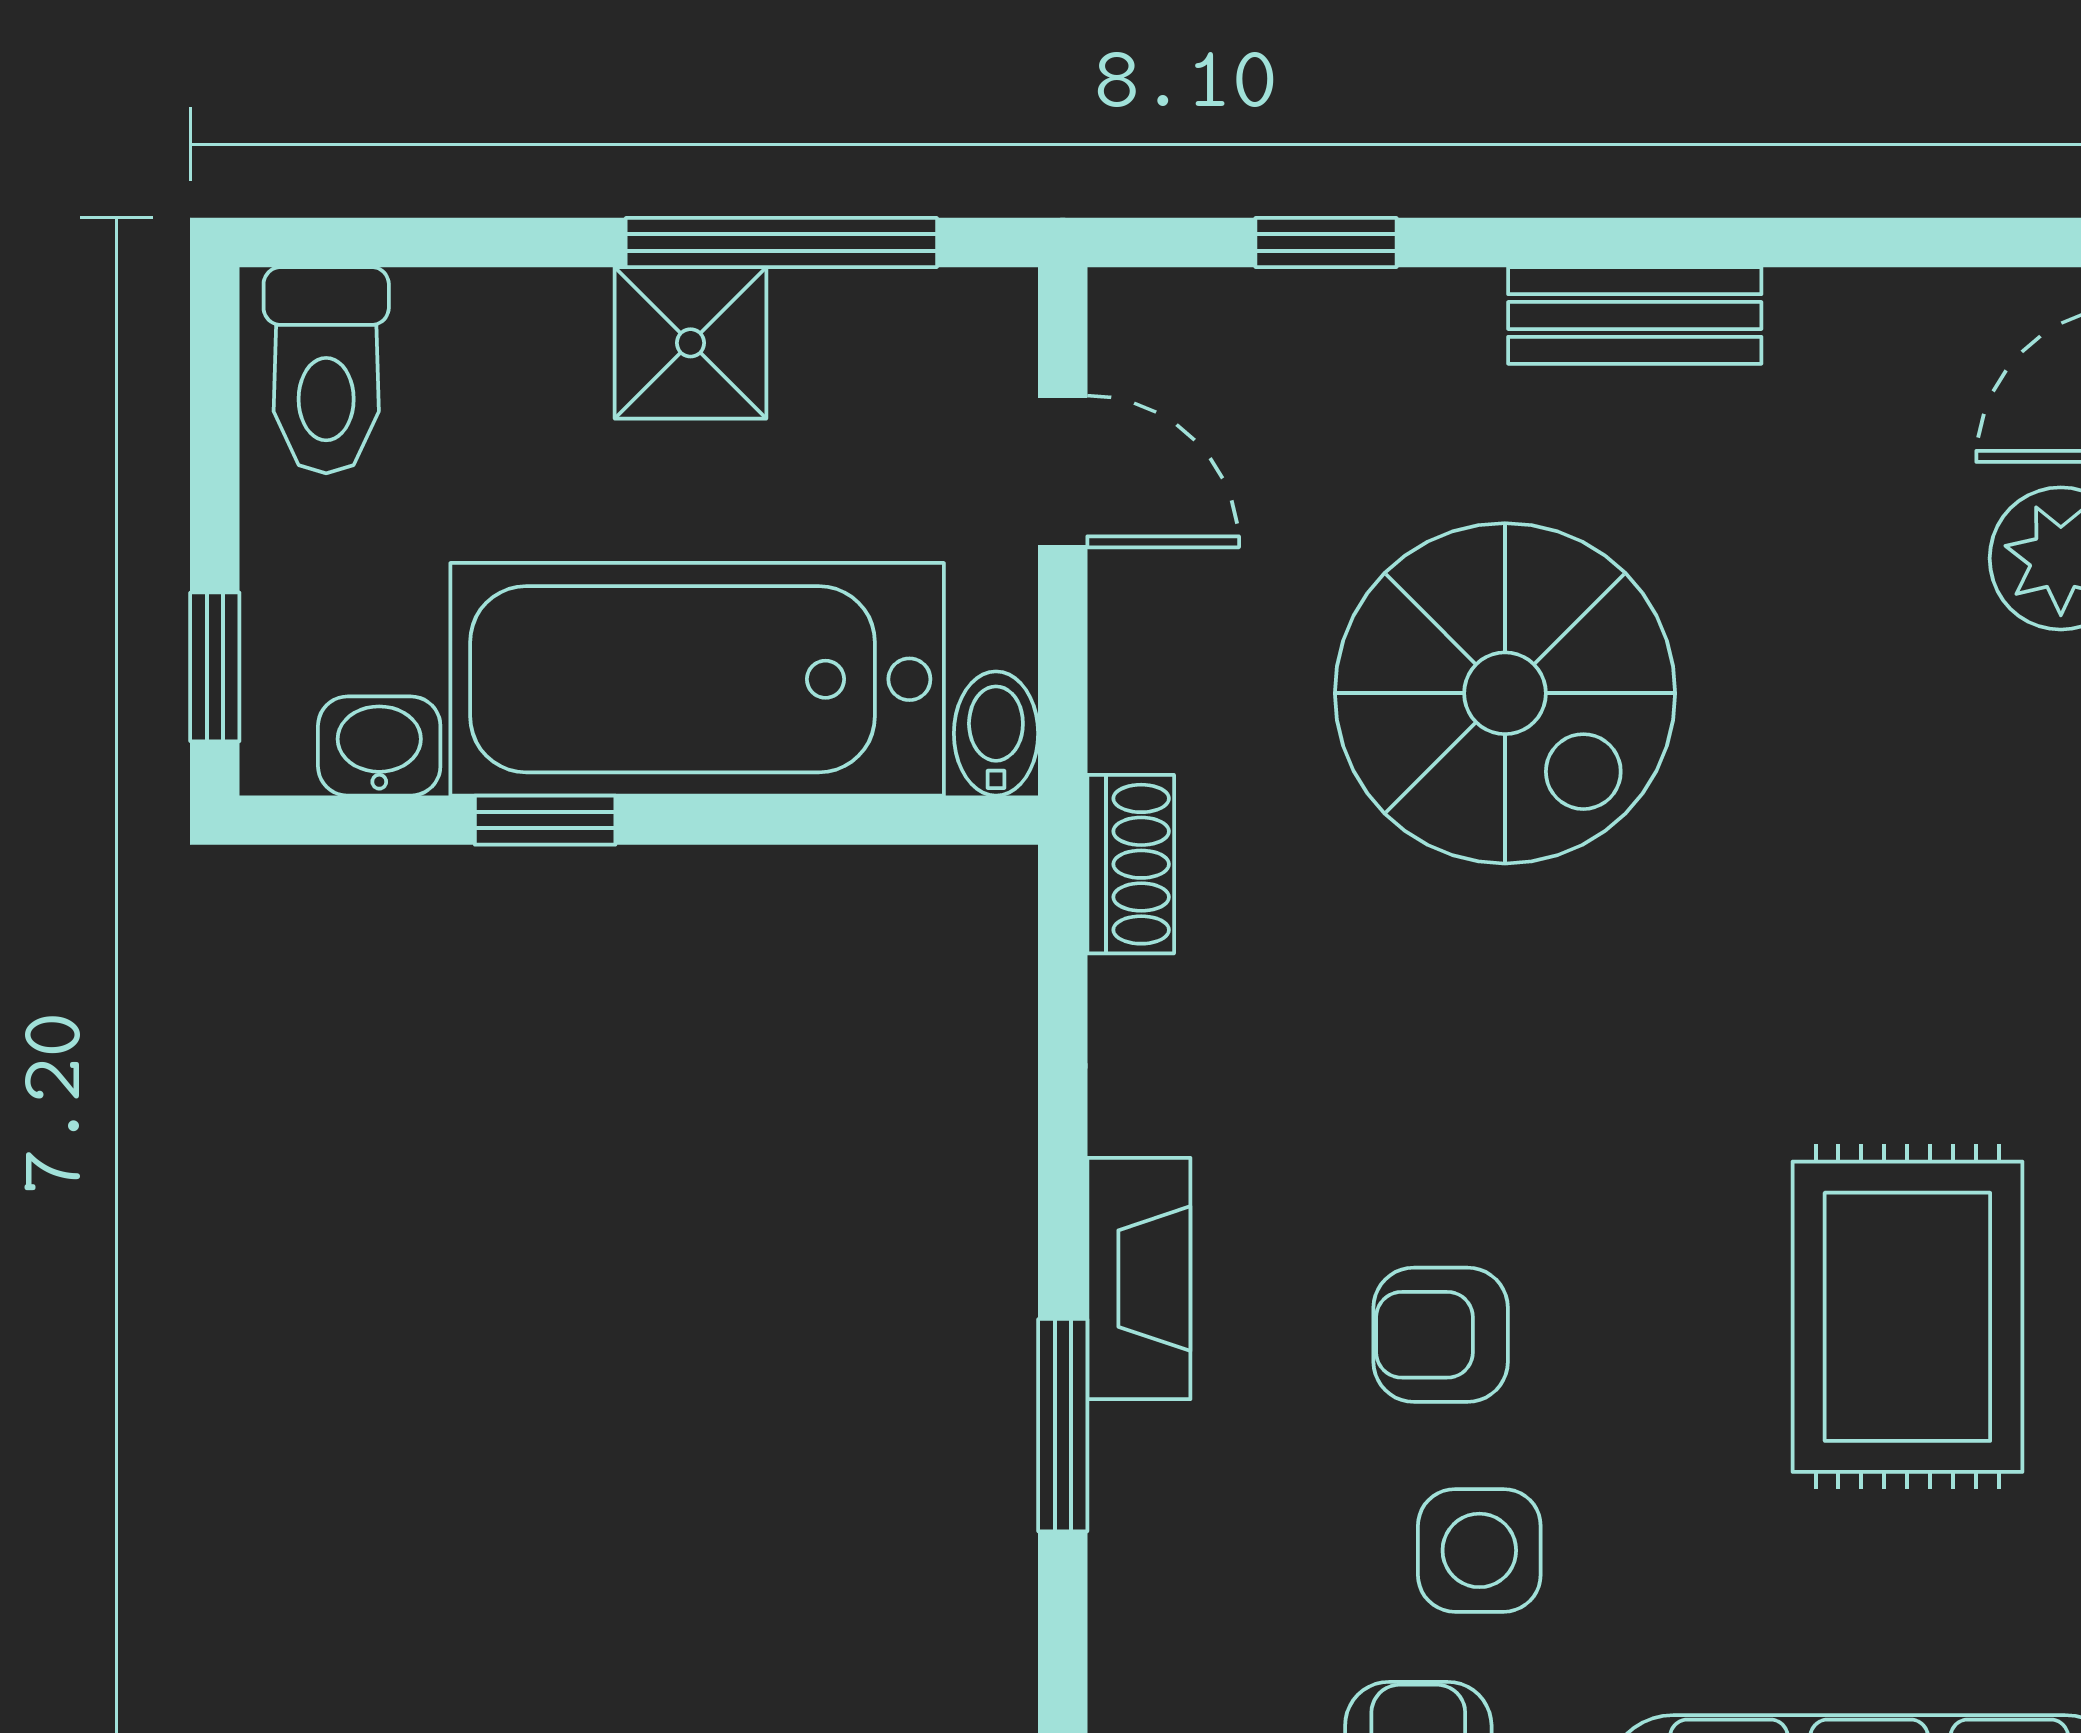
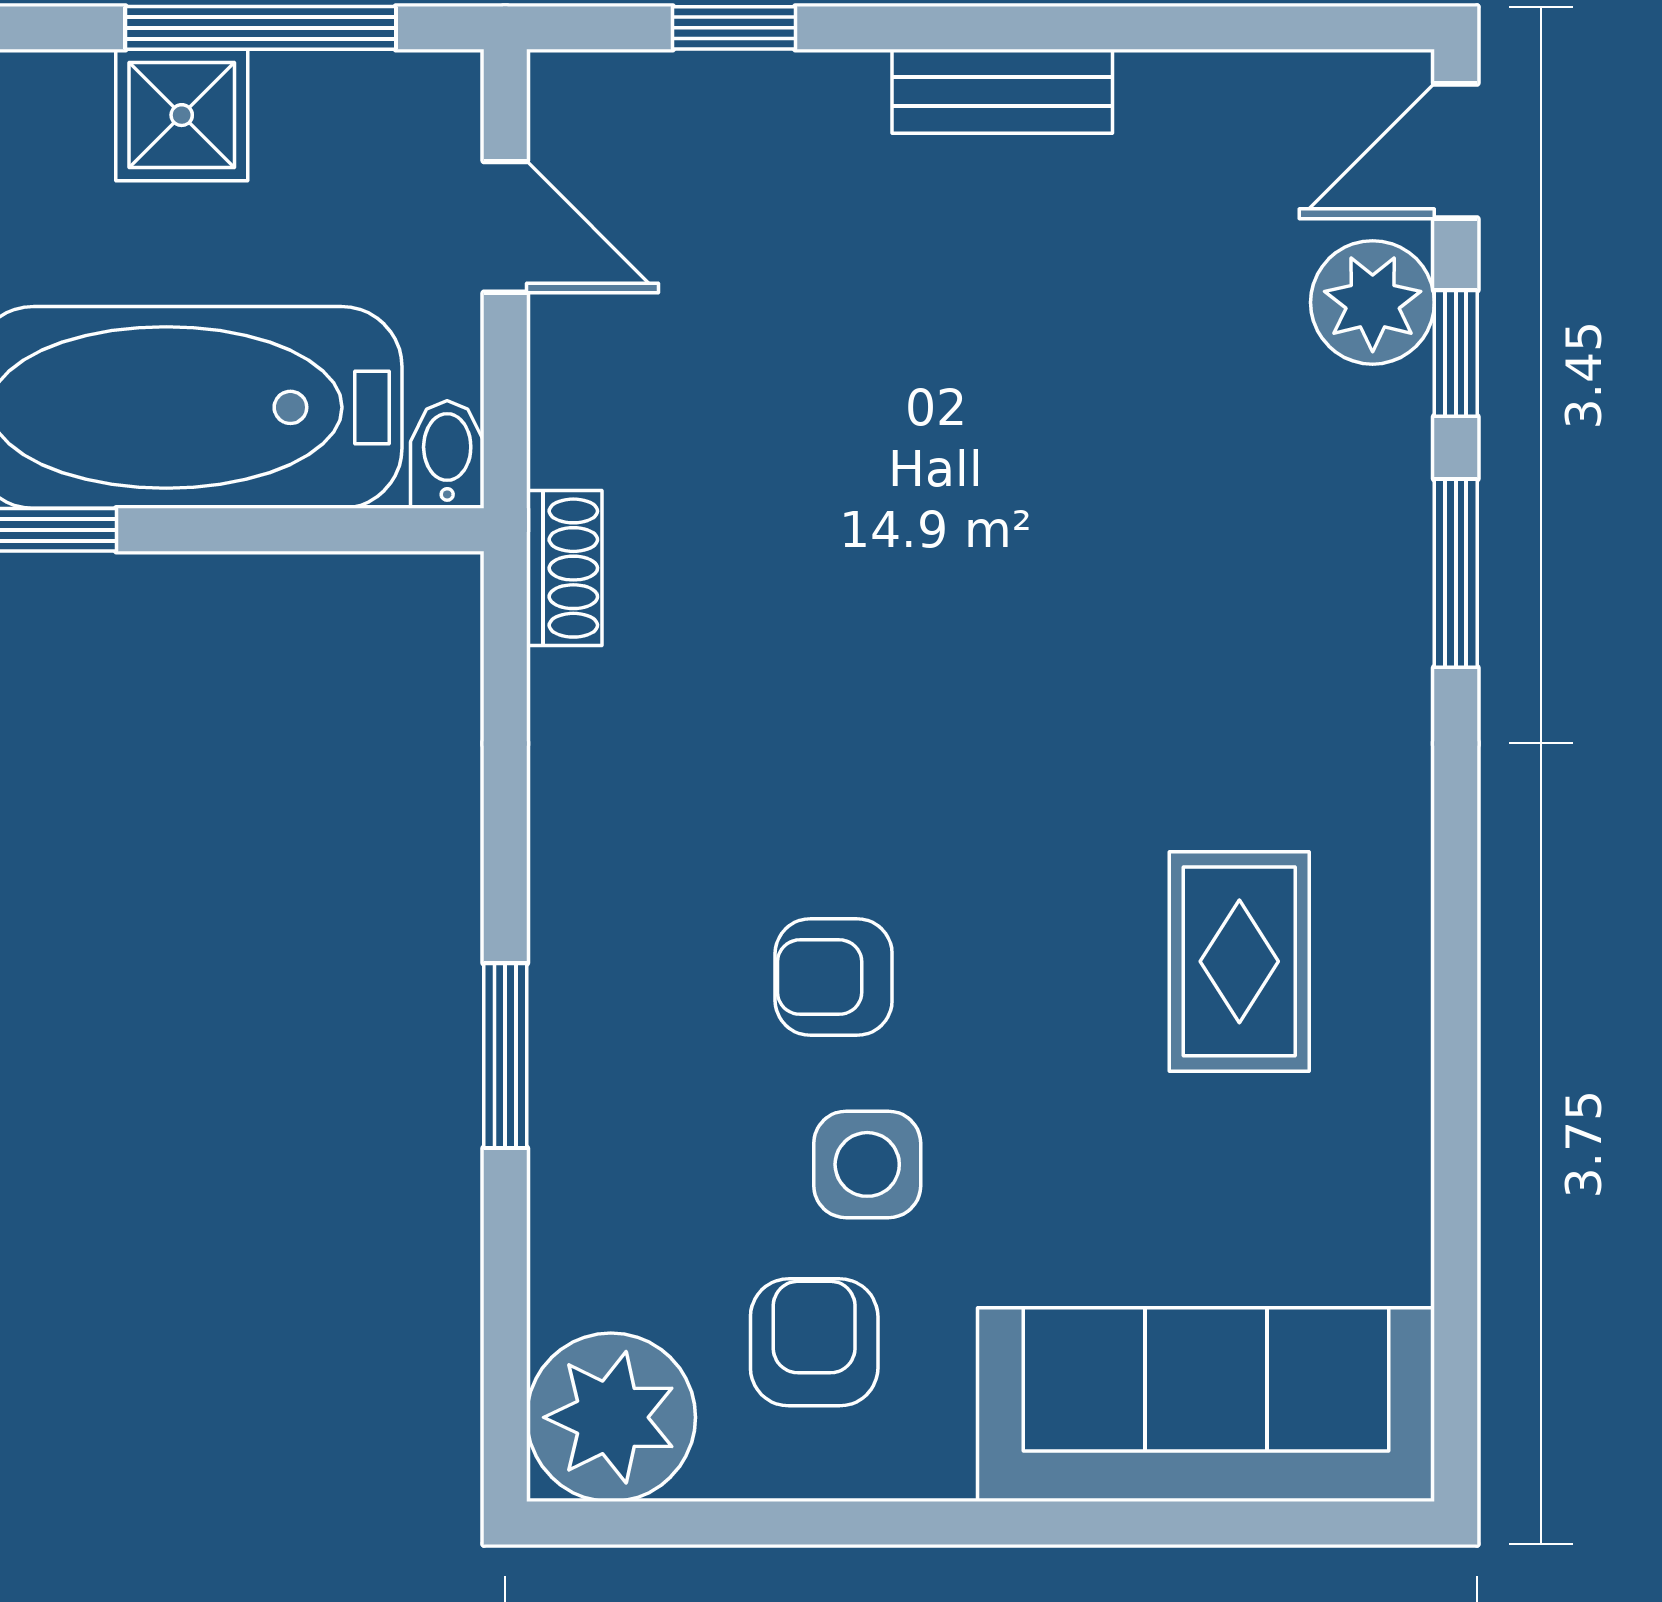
spiral stairs: (1505, 693) -> (890, 420), removed
fireplace: (1139, 1279) -> (571, 928), removed
rug: (1907, 1317) -> (1239, 961), width x0.73, depth x0.70

